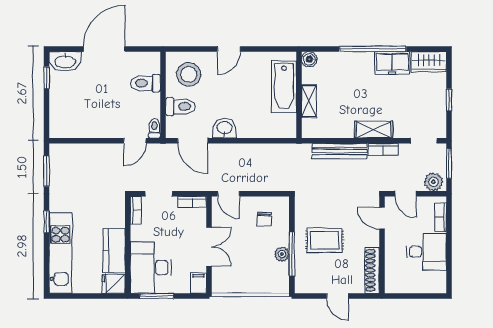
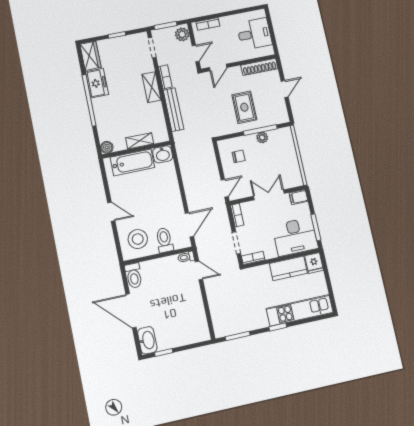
toilet: (146, 83) -> (134, 276), moved
washbasin: (224, 128) -> (163, 154), moved, turned -90
desk: (426, 252) -> (254, 34), moved, turned 90

